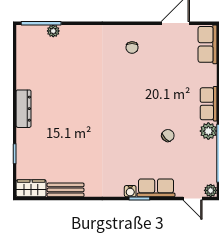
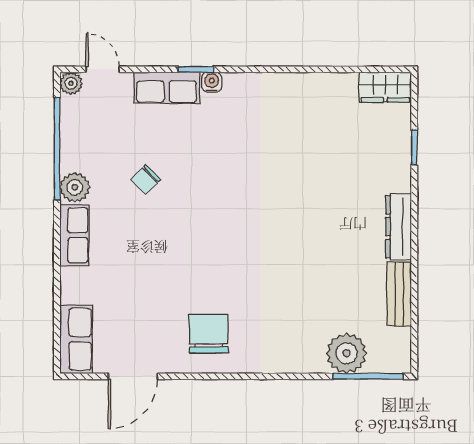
plant: (53, 31) -> (347, 353), width x1.88, depth x1.88
chair: (132, 47) -> (209, 334), width x1.87, depth x1.87
bench: (66, 190) -> (399, 294), moved, turned 90

